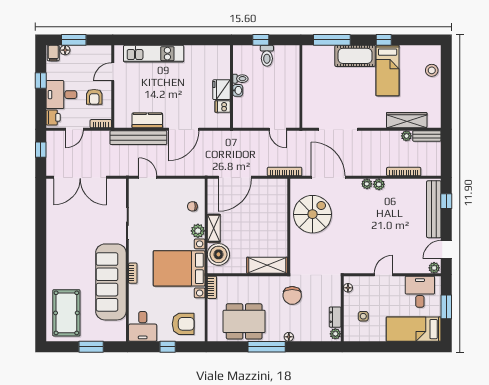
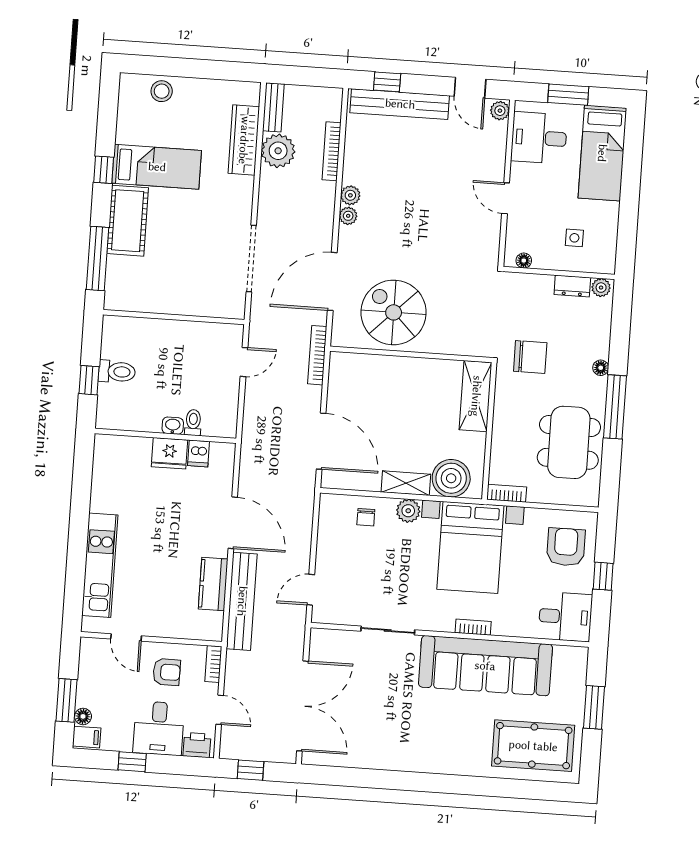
toilet: (240, 79) -> (193, 423), moved
plant: (406, 136) -> (278, 151), width x1.88, depth x1.88

